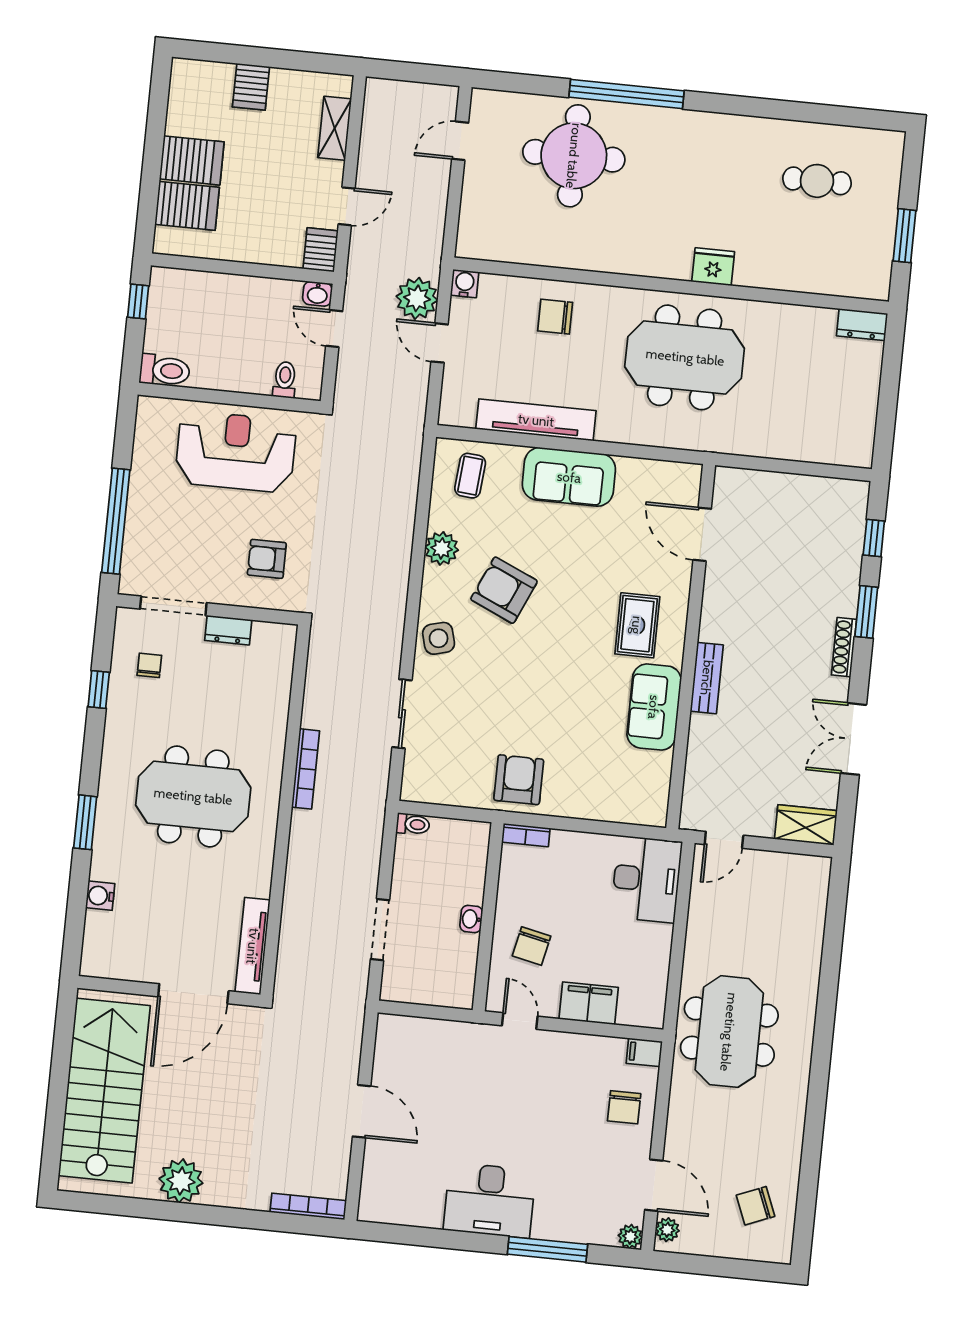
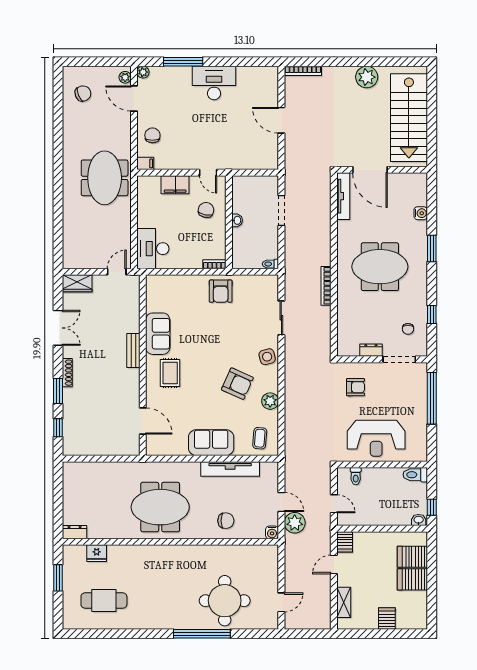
cafe table: (817, 181) -> (104, 600), width x1.37, depth x1.35
fridge: (713, 267) -> (97, 553), moved
washbasin: (317, 294) -> (419, 520), moved
door: (193, 994) -> (370, 170), swing flipped

